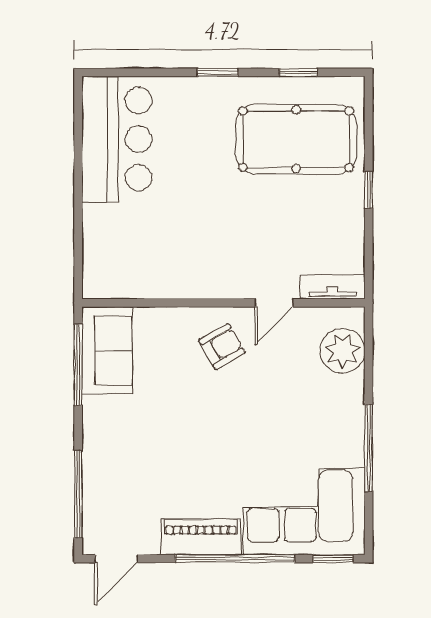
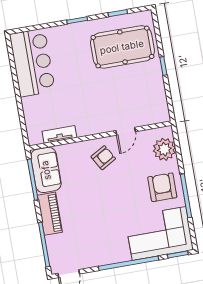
tv unit: (332, 287) -> (59, 134), moved
armchair: (326, 423) -> (162, 187), added
piano: (201, 537) -> (50, 214), moved, turned 90

